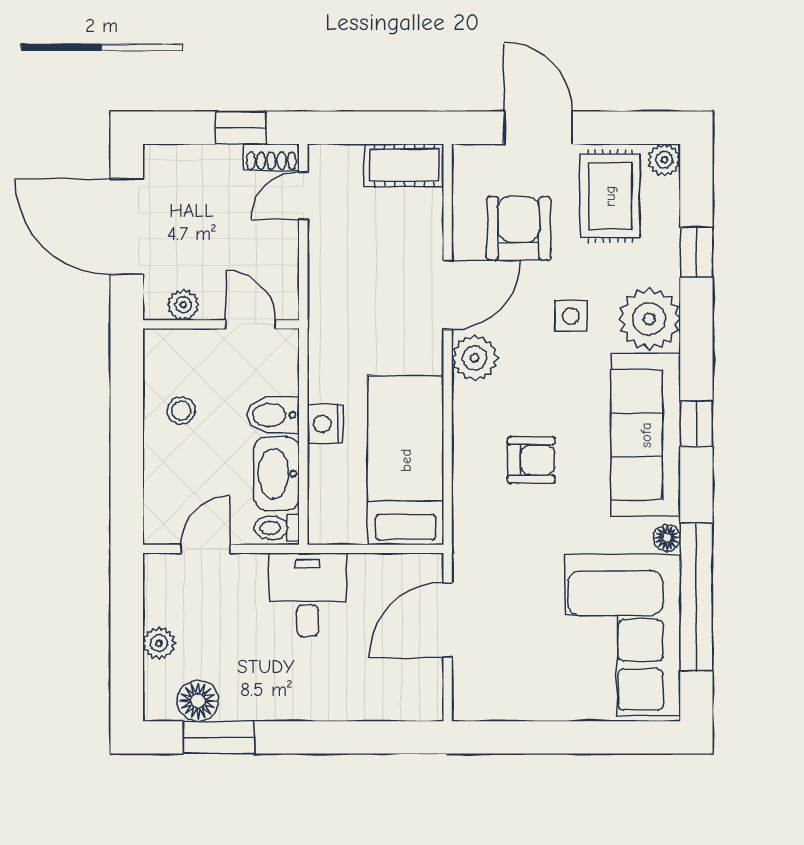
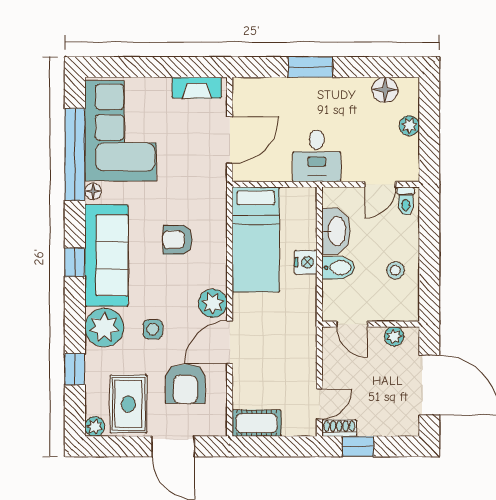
toilet: (277, 528) -> (406, 201), moved, turned 90
fireplace: (500, 705) -> (197, 88), added
window: (219, 737) -> (311, 67), moved

